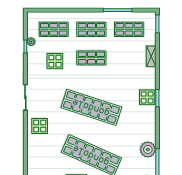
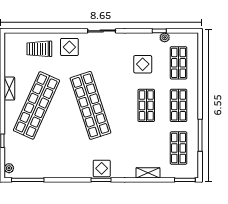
shop shelf: (91, 107) -> (90, 105), turned -36
plant: (148, 150) -> (43, 169), removed
trolley: (41, 153) -> (39, 49), added

